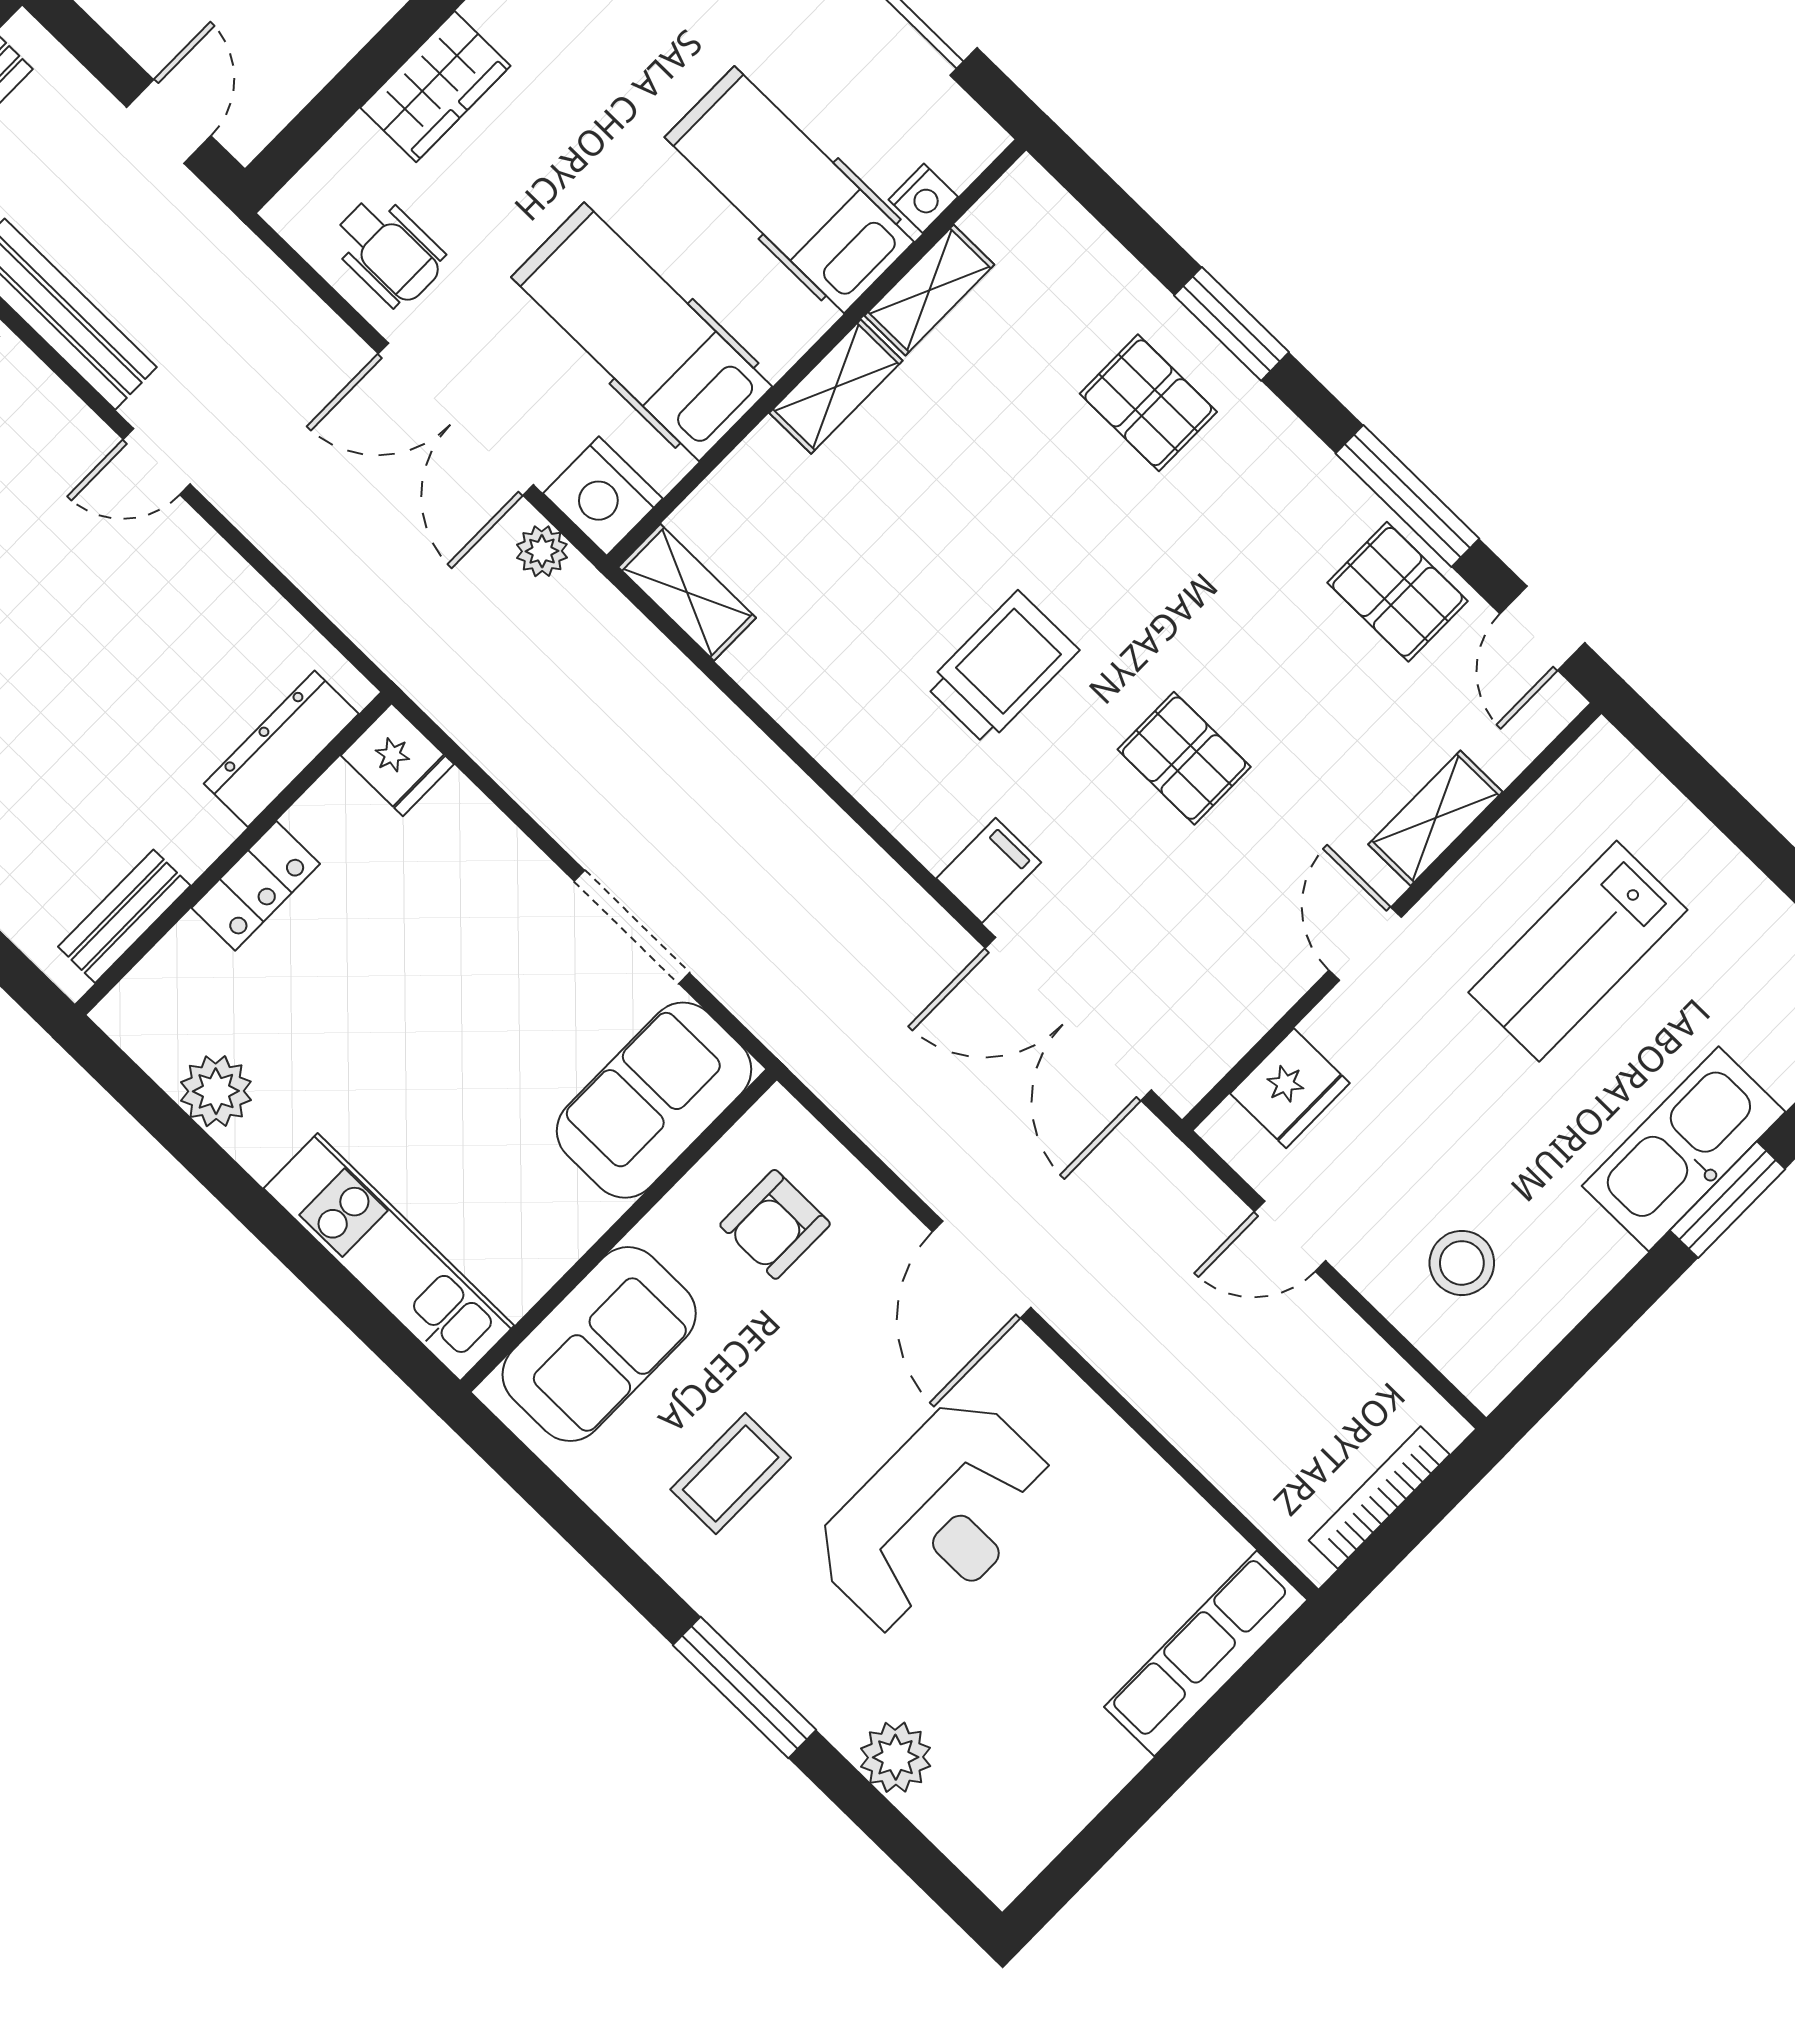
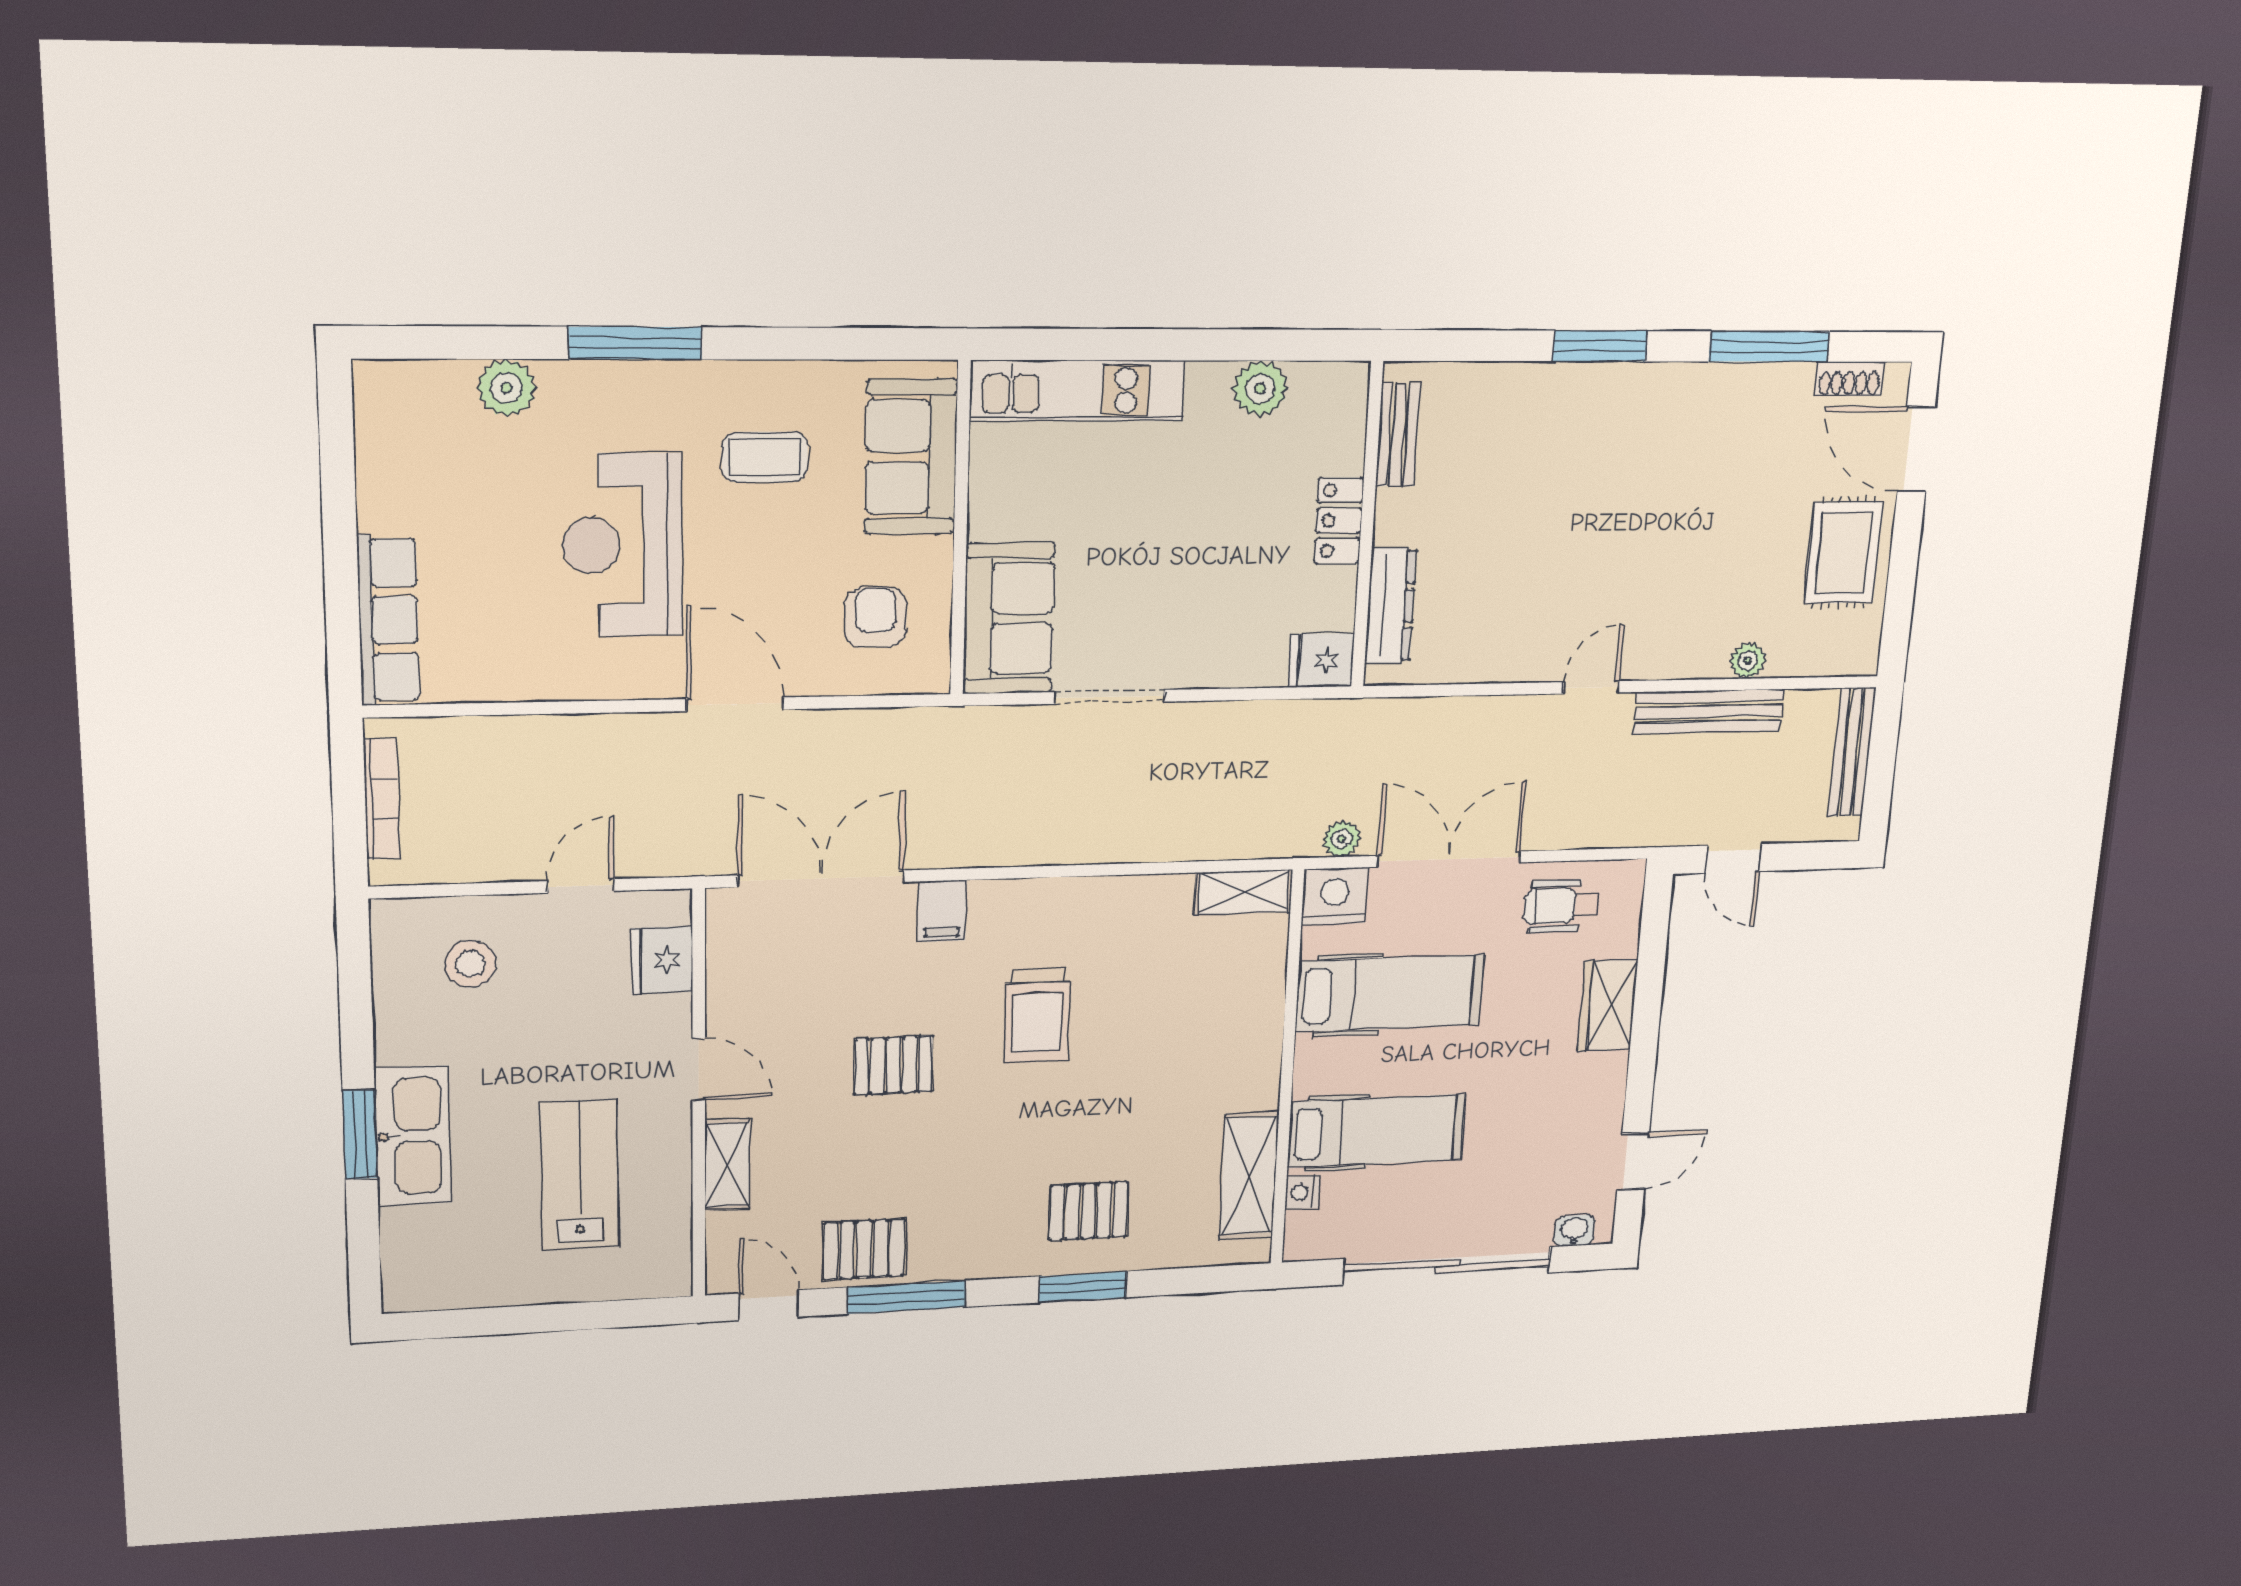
shelving: (929, 290) -> (1249, 1176), width x1.50, depth x1.33
shelving: (836, 387) -> (1261, 1064), removed
coffee table: (731, 1474) -> (765, 457), turned 90

